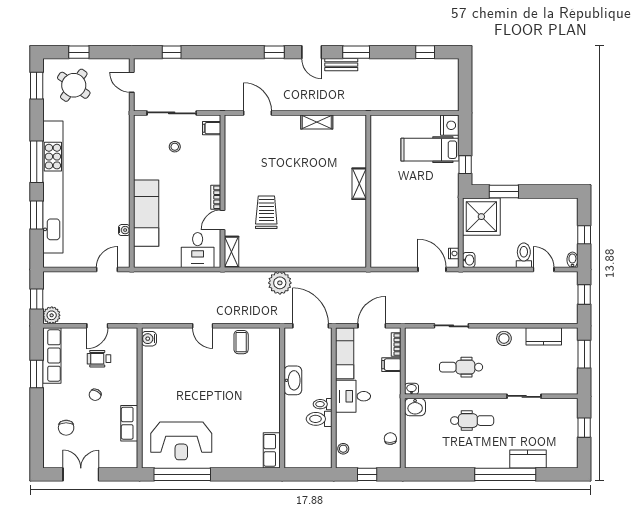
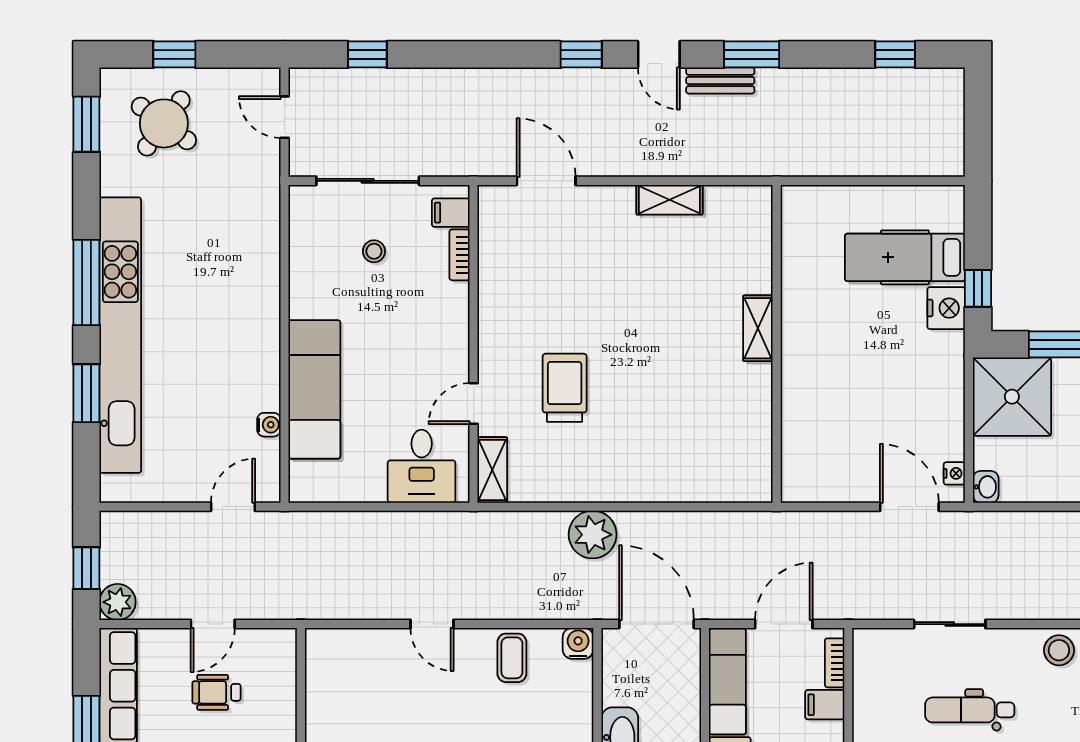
nightstand: (450, 125) -> (946, 308), moved
bookcase: (216, 197) -> (459, 255), moved
water cooler: (149, 339) -> (578, 643), moved, turned 90

